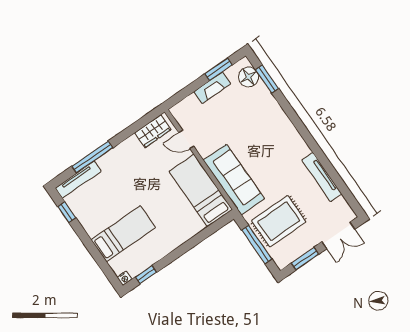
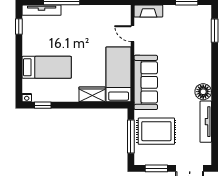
floor lamp: (249, 77) -> (203, 92), moved
fireplace: (212, 88) -> (148, 11), moved
wardrobe: (153, 131) -> (92, 94), moved, turned 180

